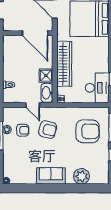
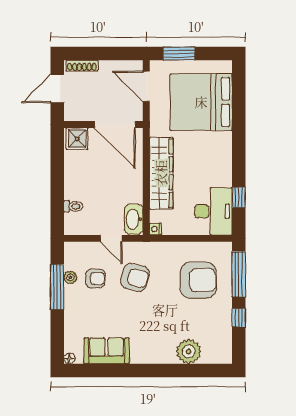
shower: (46, 76) -> (77, 139), moved
sofa: (51, 176) -> (107, 351), moved

